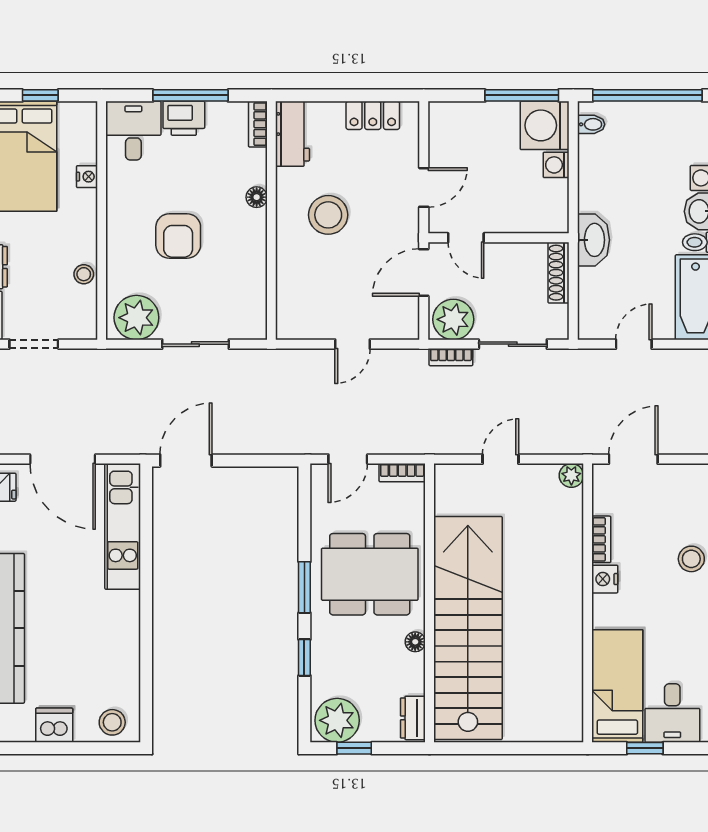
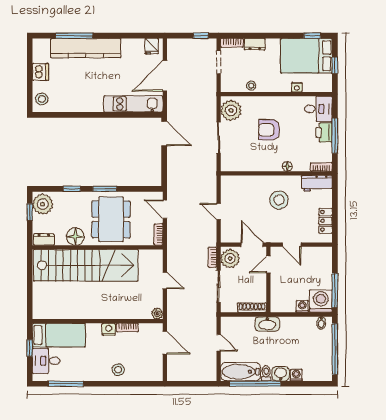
floor lamp: (415, 642) -> (75, 237), width x1.89, depth x1.89

